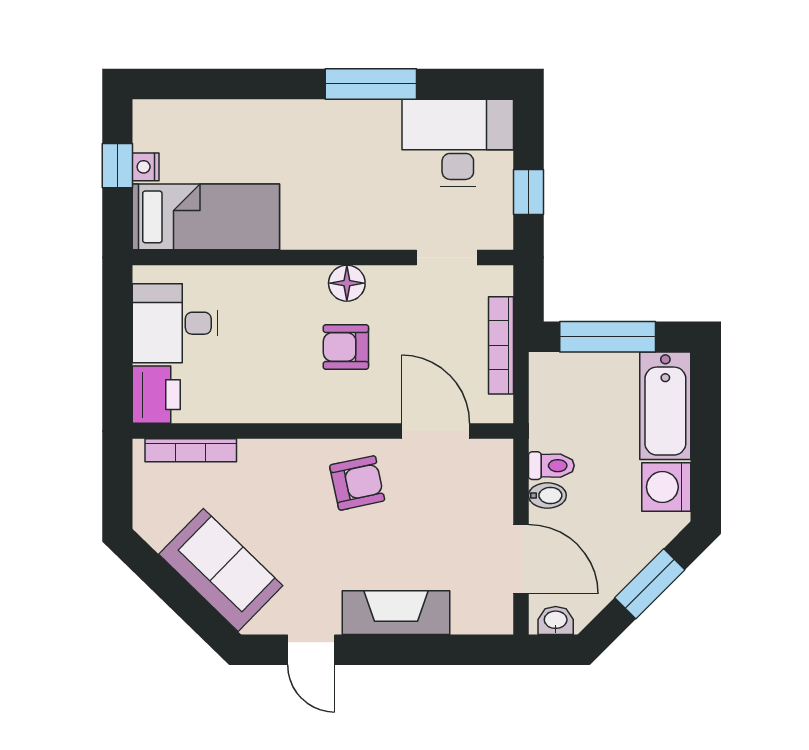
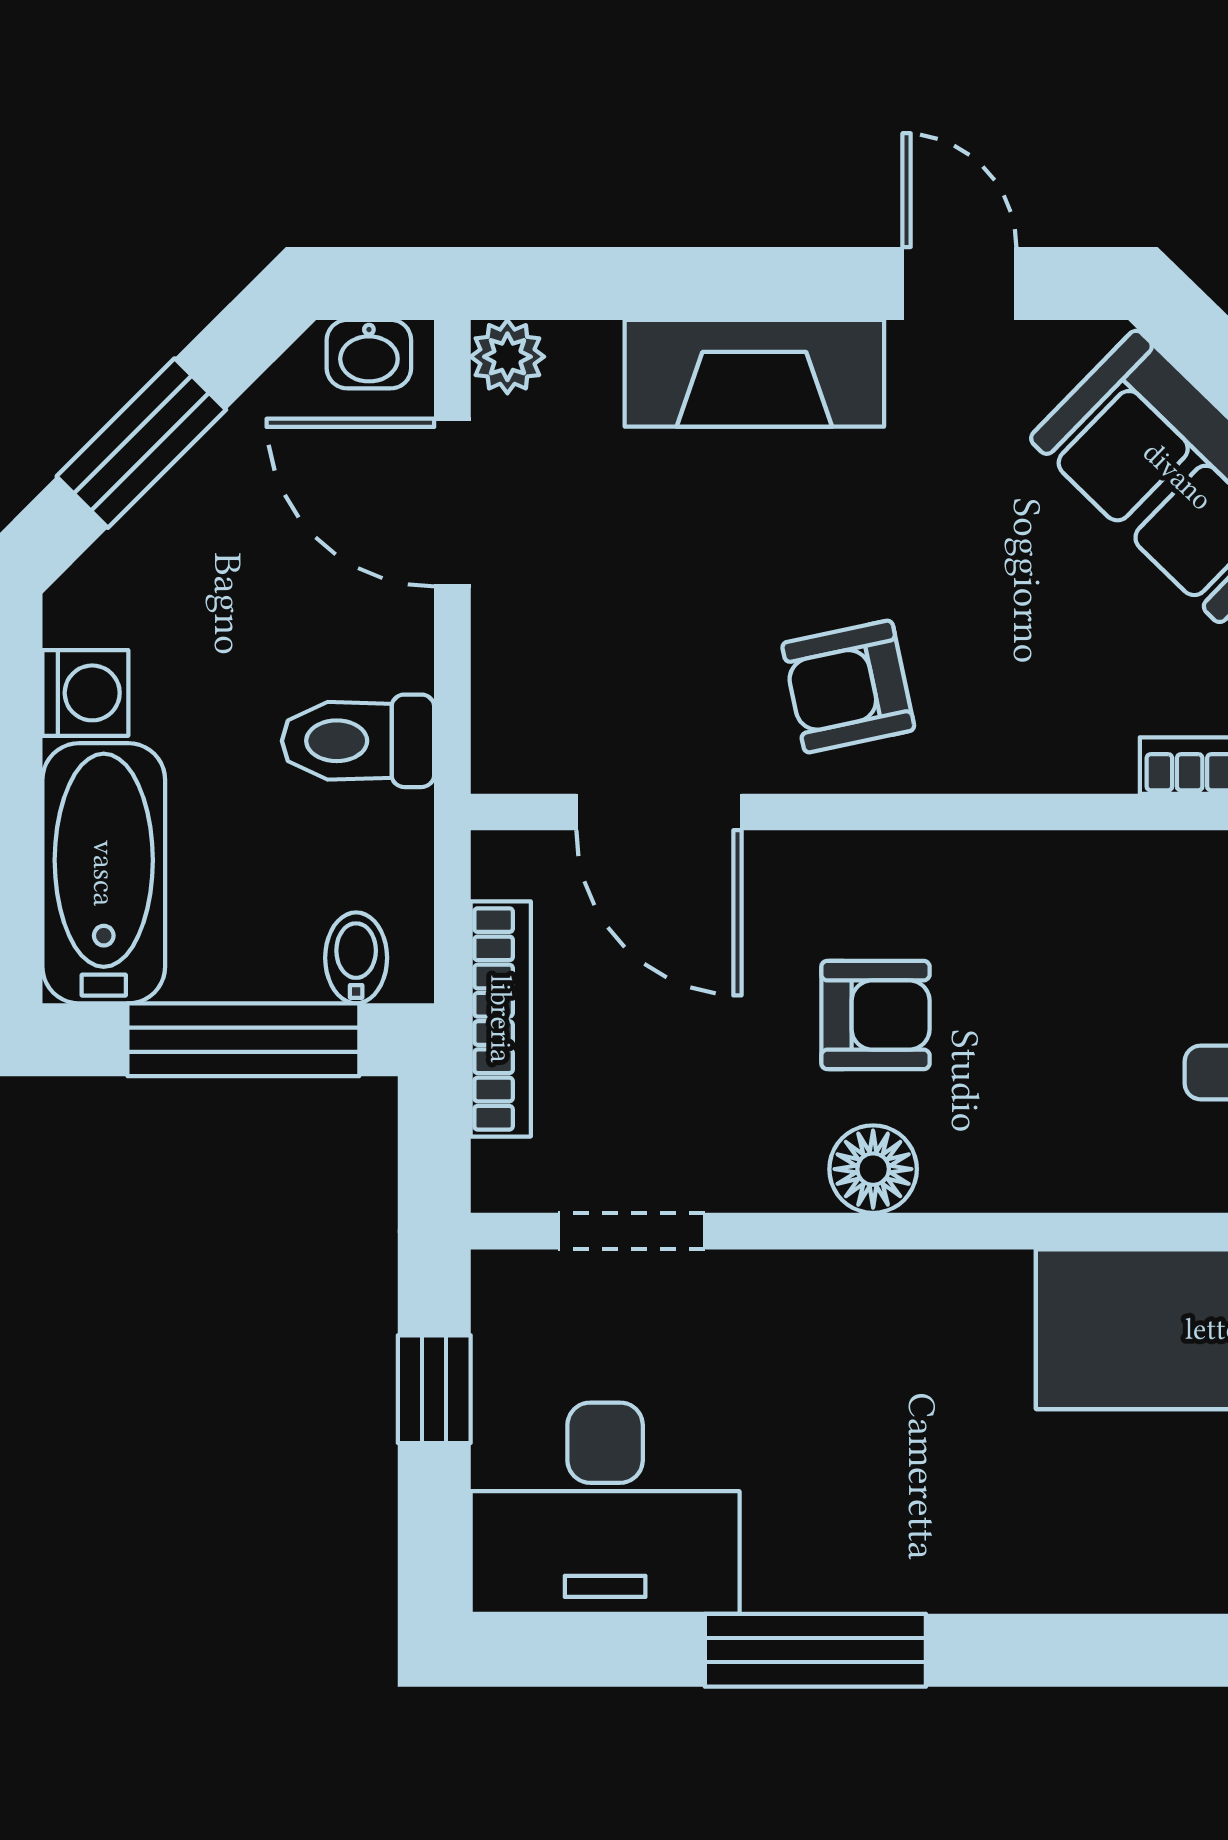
toilet: (551, 466) -> (358, 741), width x1.37, depth x1.39
washing machine: (666, 487) -> (85, 693), width x0.73, depth x0.73
bidet: (547, 495) -> (356, 958), moved, turned 90
plant: (498, 619) -> (507, 357), added

